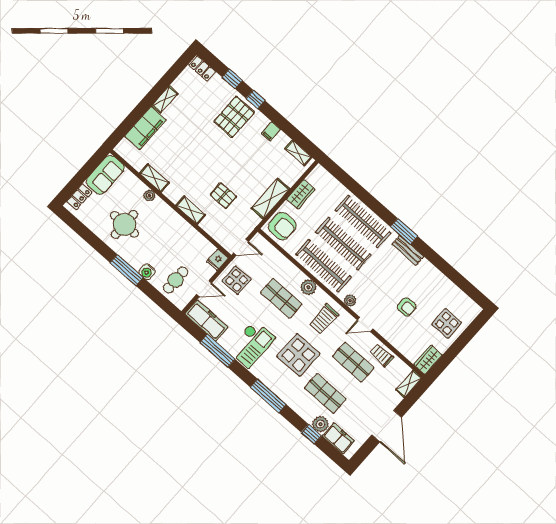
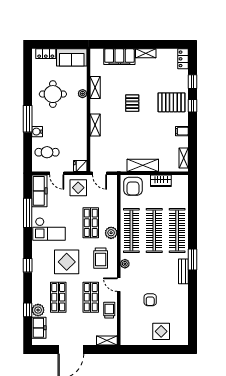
pallet: (223, 196) -> (132, 103), moved
trolley: (324, 319) -> (101, 258), turned -90
wardrobe: (428, 360) -> (131, 339), removed
window: (268, 396) -> (28, 265), width x0.46

